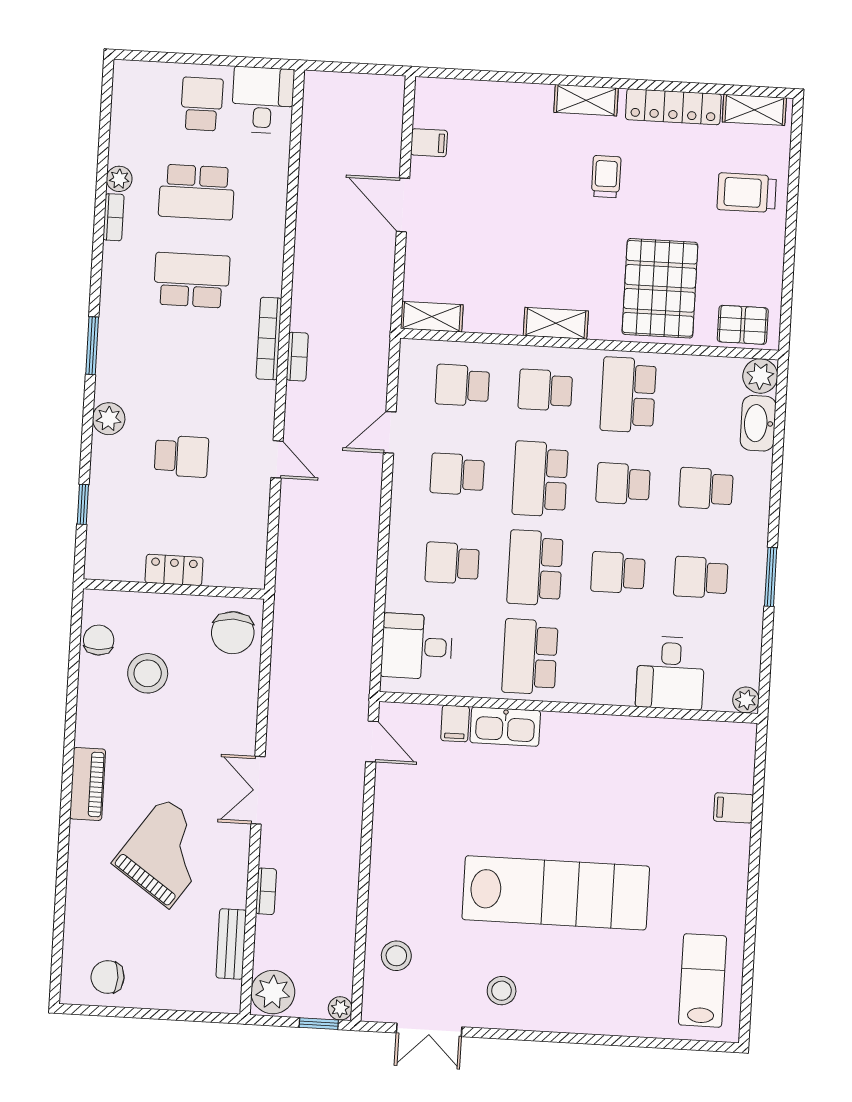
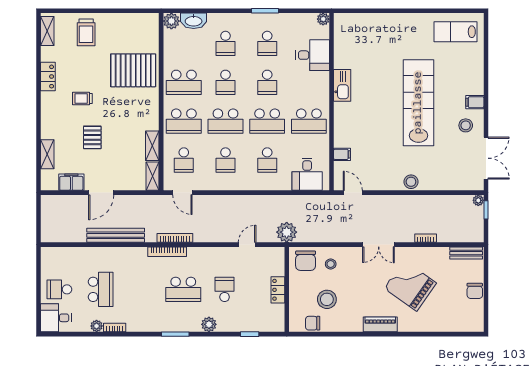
desk: (263, 100) -> (56, 318), moved
shelving: (586, 100) -> (47, 154), moved
locker: (673, 107) -> (48, 77), width x0.66
filing cabinet: (429, 143) -> (71, 182), width x2.00
bench: (310, 231) -> (116, 235), added
school desk: (192, 280) -> (183, 289), moved, turned -90
shelving: (556, 323) -> (152, 146), moved
pallet: (743, 325) -> (92, 137), moved
bookcase: (297, 357) -> (175, 238), width x1.56
school desk: (545, 390) -> (184, 121), width x1.85
door: (390, 432) -> (182, 193), moved
door: (277, 459) -> (247, 245), moved
chair: (233, 633) -> (306, 261), turned 90
stool: (223, 686) -> (331, 264), added
kitchen sink: (505, 727) -> (342, 85), moved
door: (372, 742) -> (353, 193), hinge flipped
filing cabinet: (733, 808) -> (475, 102), moved, turned 90
bench: (231, 944) -> (466, 253), moved
stool: (396, 956) -> (411, 182), moved
chair: (108, 977) -> (475, 291), moved
plant: (273, 992) -> (287, 232), moved
double door: (429, 1030) -> (486, 158), width x1.37

